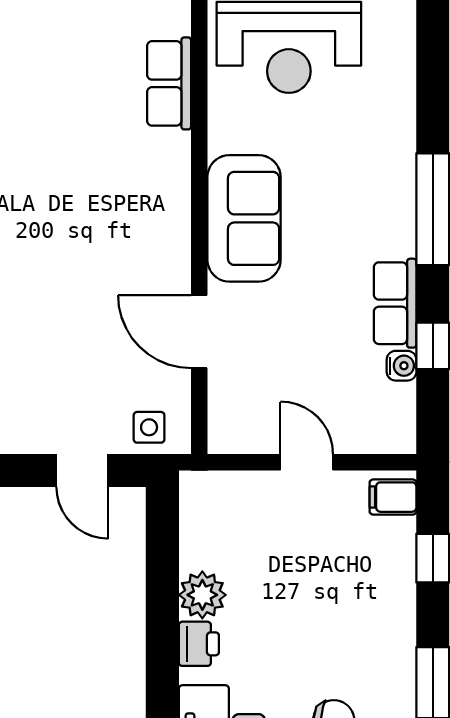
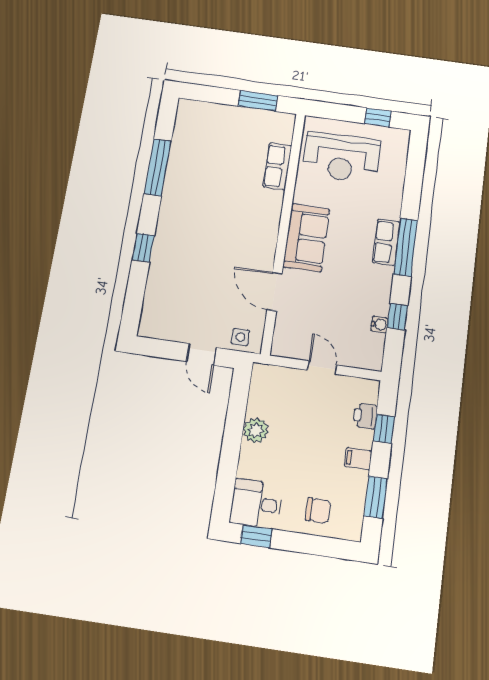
row of seats: (395, 303) -> (386, 242), moved
filing cabinet: (393, 497) -> (358, 459), moved
printer: (199, 644) -> (365, 416), moved, turned 180

